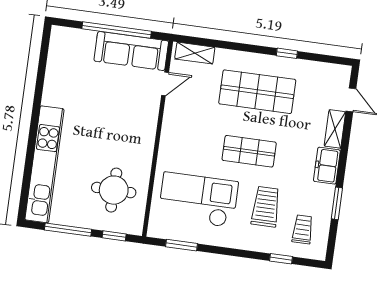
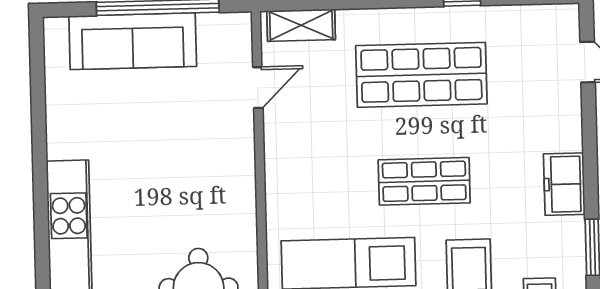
sofa: (131, 51) -> (133, 41), moved
shelving: (335, 129) -> (568, 118), removed

